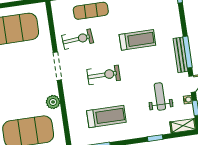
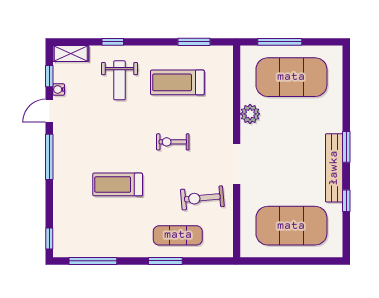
bench: (180, 55) -> (60, 154), removed
exercise bike: (104, 75) -> (173, 142), width x0.73, depth x0.72
weight bench: (160, 96) -> (120, 80), moved

